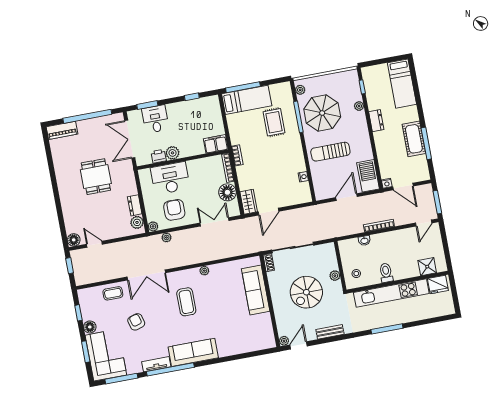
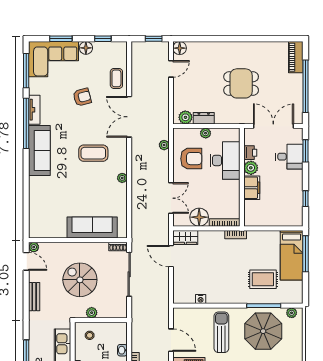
filing cabinet: (216, 144) -> (252, 188), moved
plant: (153, 226) -> (206, 133), moved

